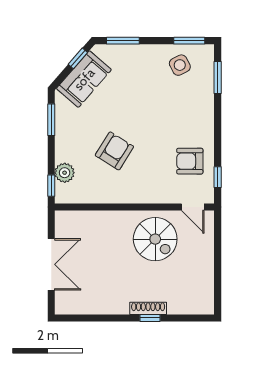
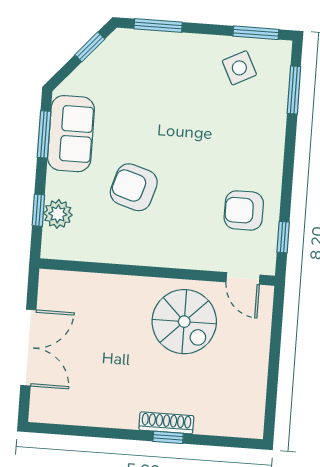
sofa: (84, 79) -> (71, 134), moved, turned -41
armchair: (114, 151) -> (134, 187), turned -105
window: (51, 186) -> (38, 210), moved

